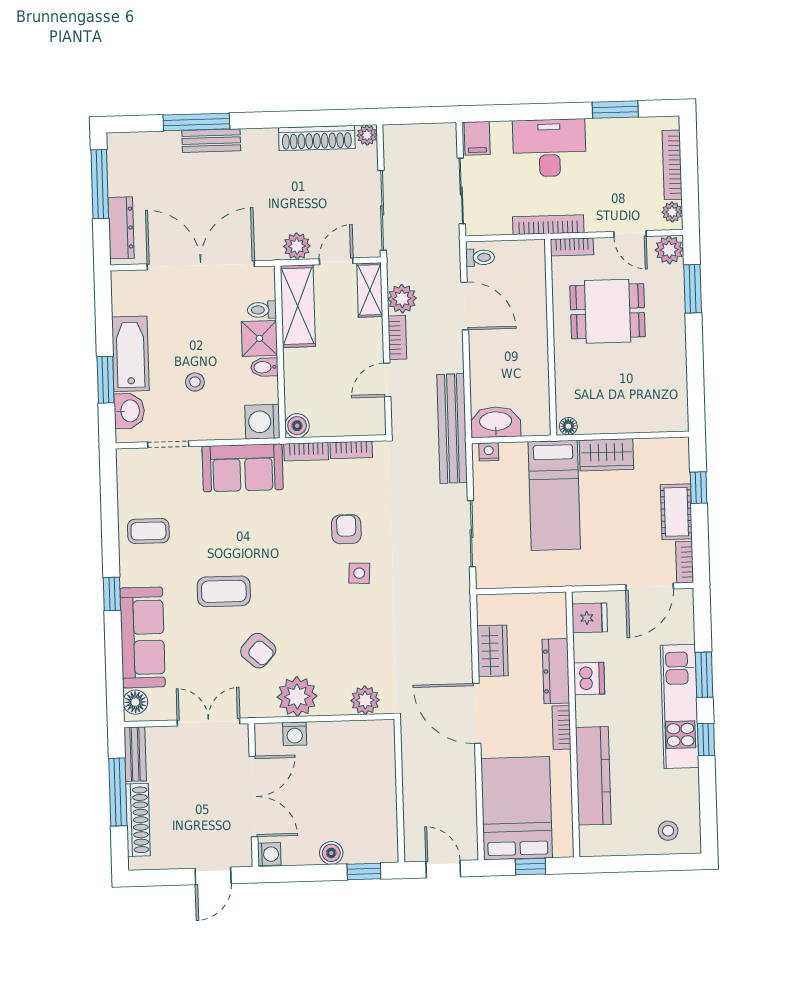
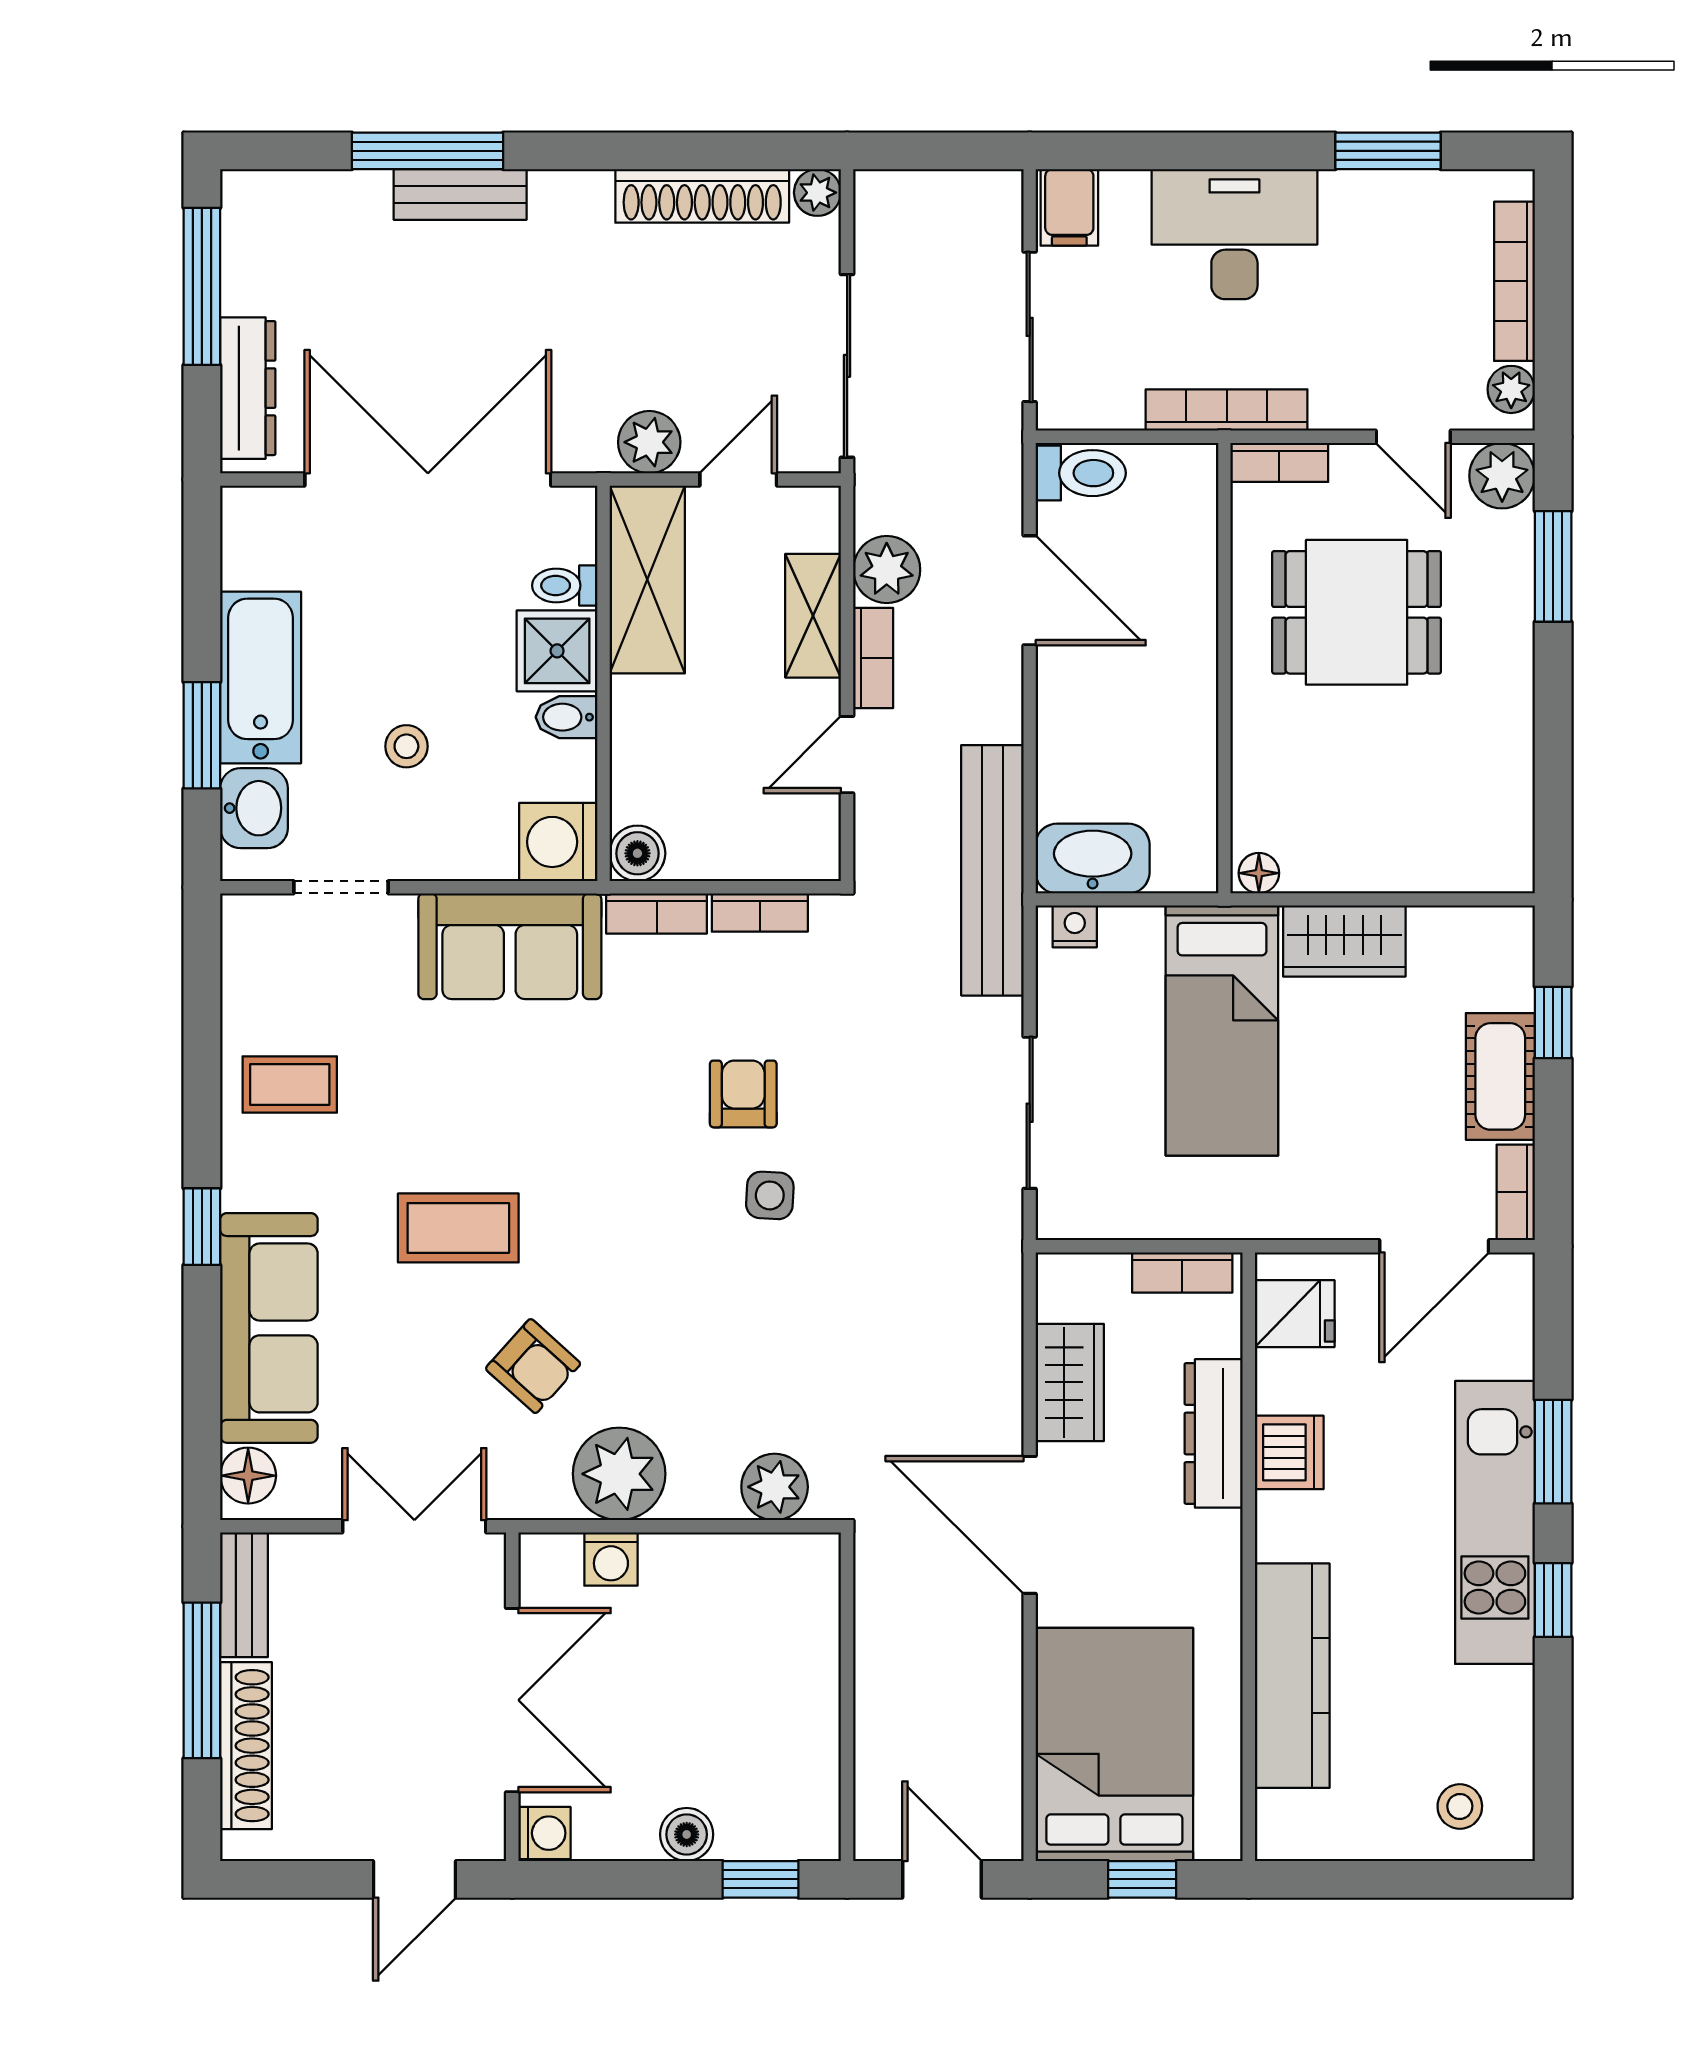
toilet: (480, 257) -> (1081, 473), width x1.37, depth x1.39
shelving: (370, 290) -> (813, 616), moved
bookcase: (561, 727) -> (1182, 1272), moved, turned -90

